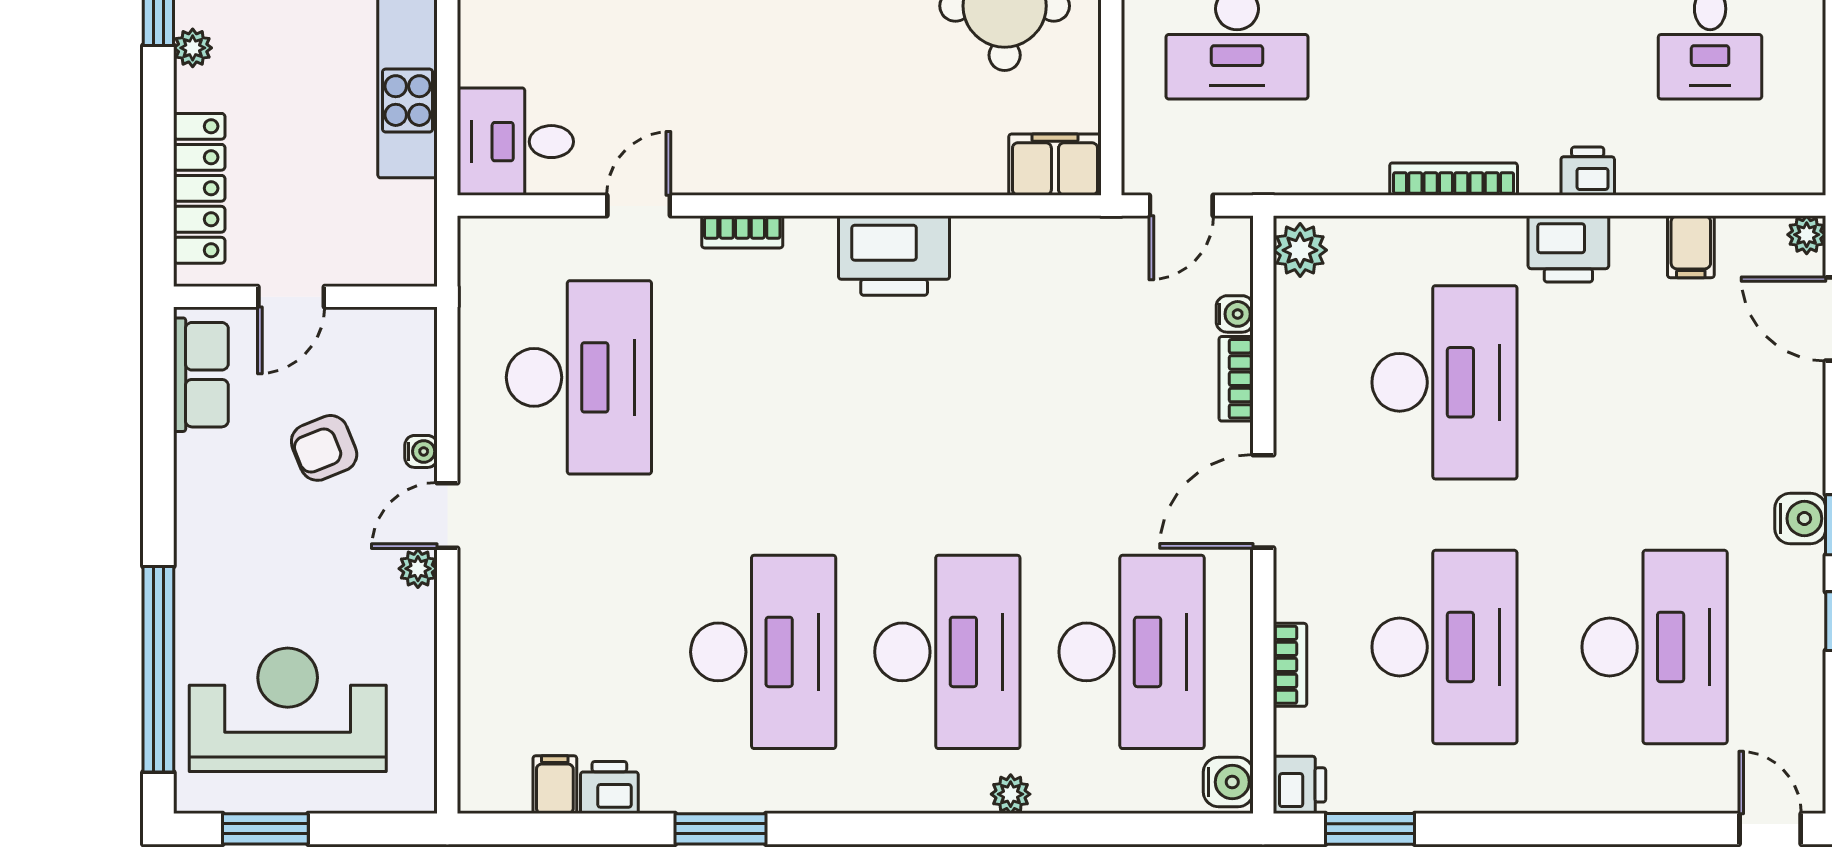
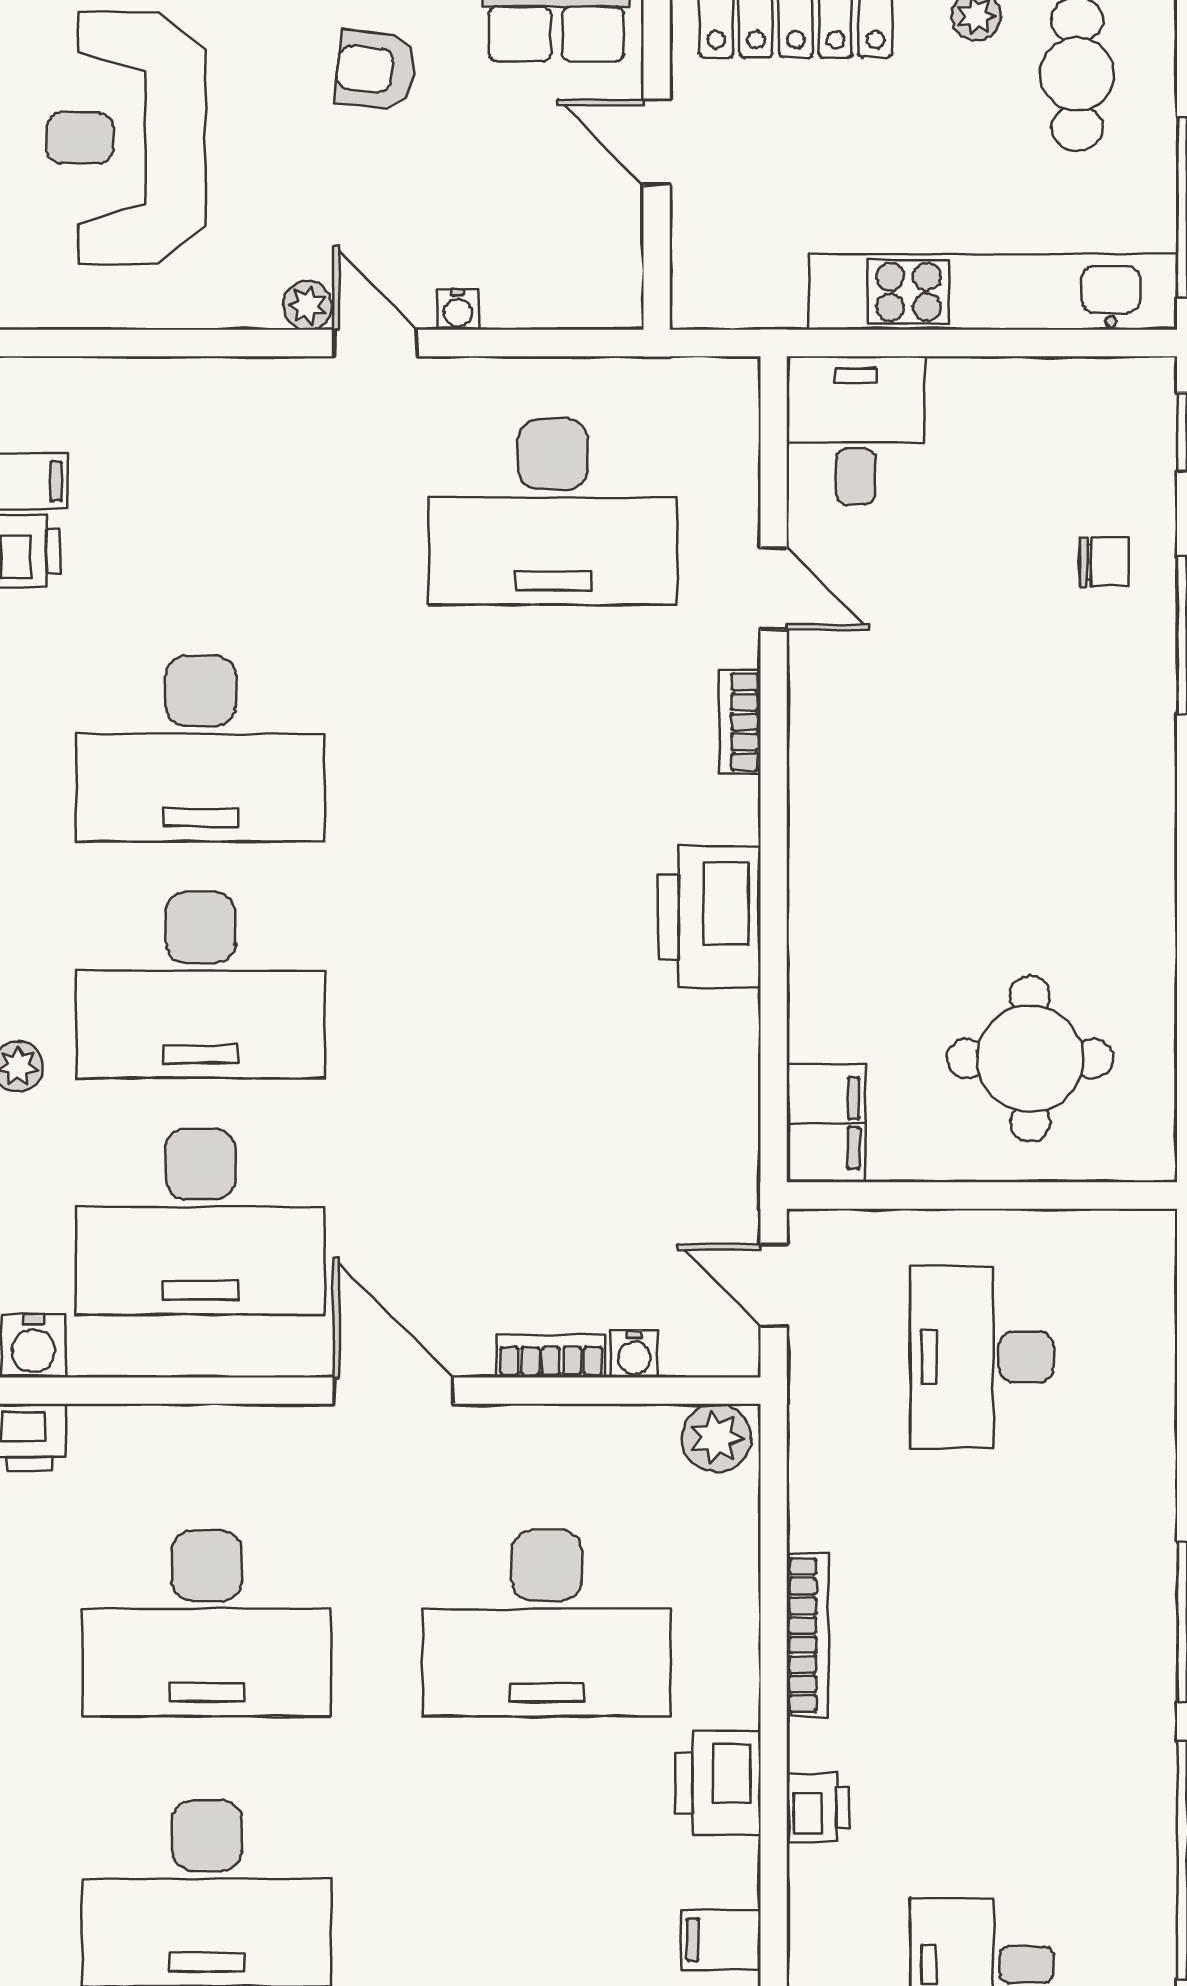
armchair: (324, 448) -> (375, 70), moved, turned -62
bookcase: (1290, 665) -> (184, 1425), removed
reception desk: (288, 710) -> (126, 138), turned 180

